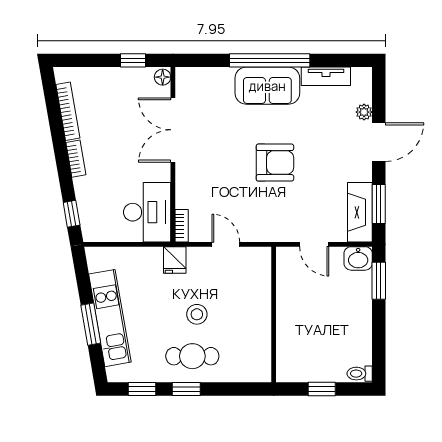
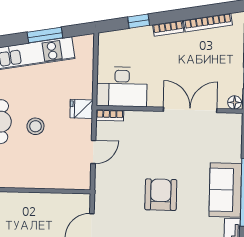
armchair: (275, 163) -> (161, 195), turned 180
window: (72, 214) -> (139, 21), moved
window: (91, 324) -> (45, 35), moved

